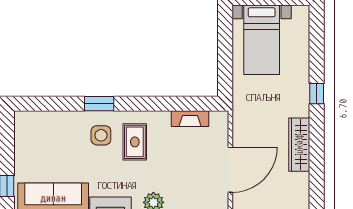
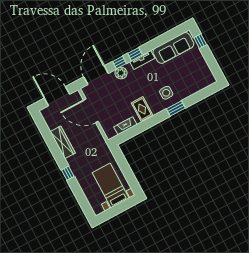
rug: (135, 142) -> (142, 109), moved
door: (230, 170) -> (91, 111), hinge flipped

